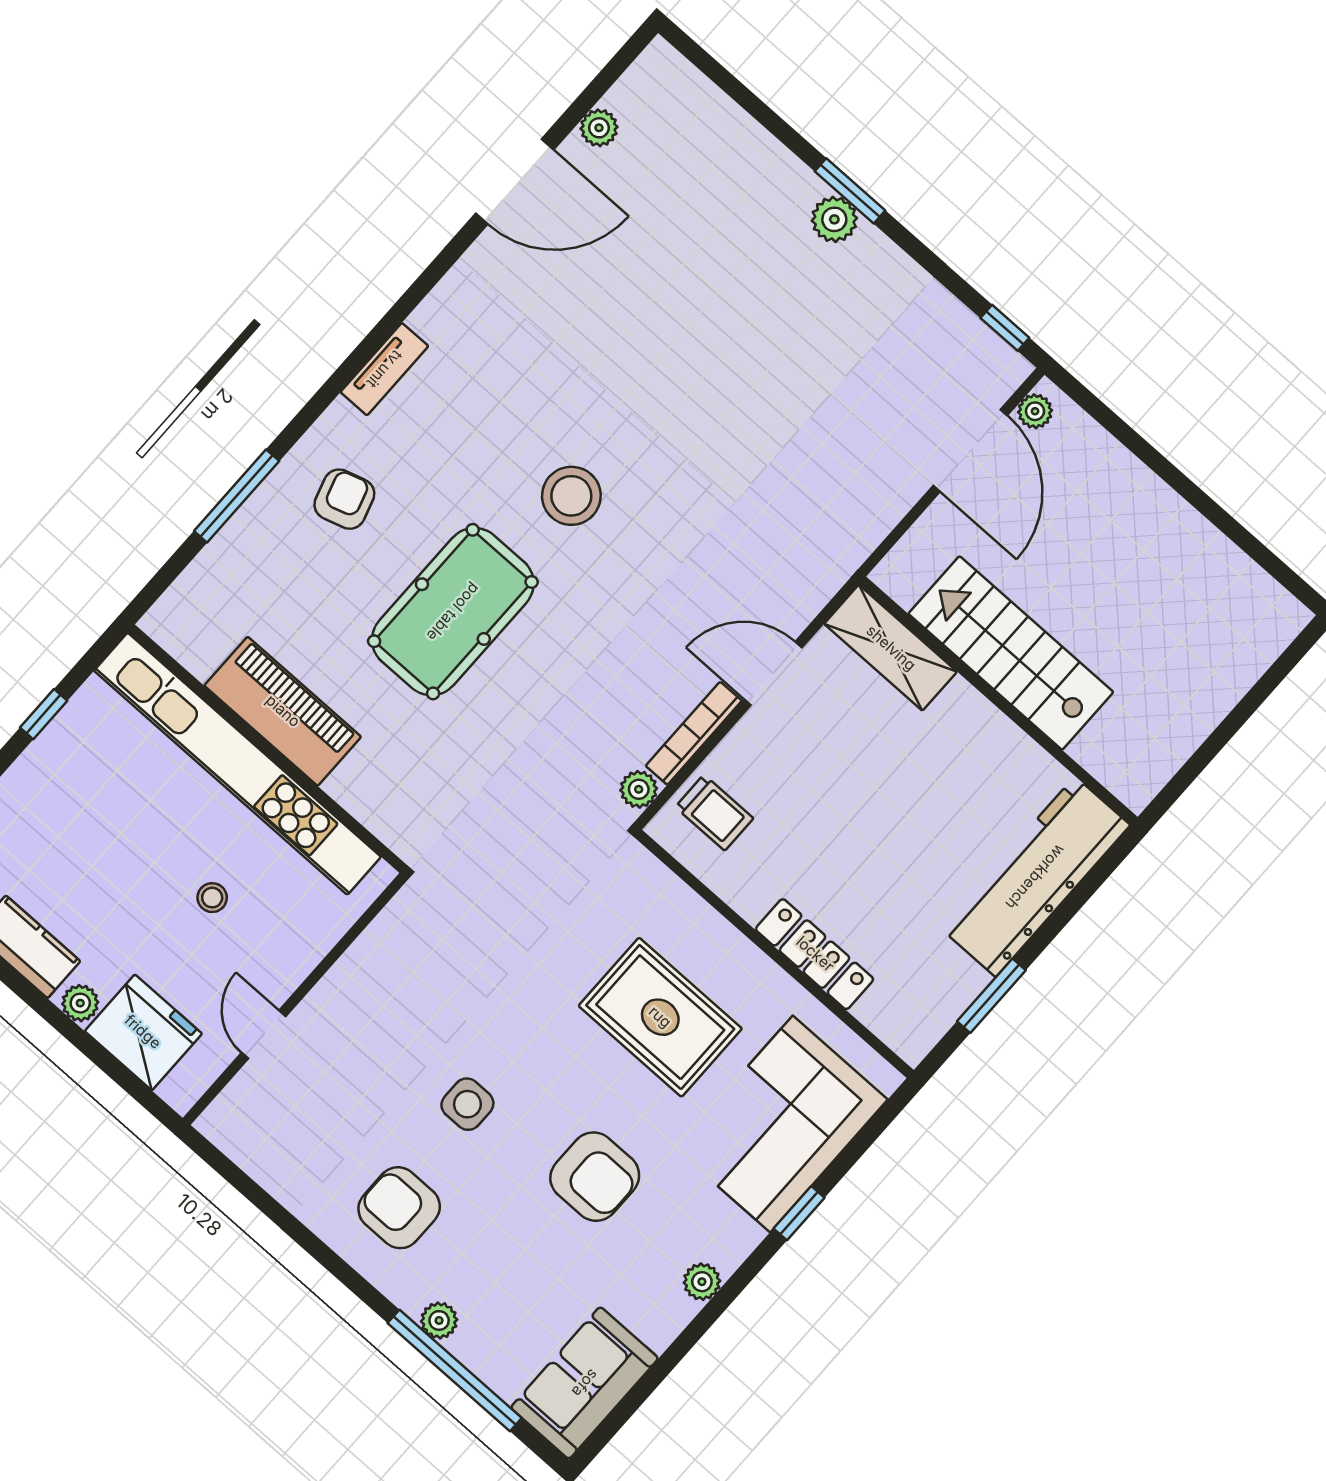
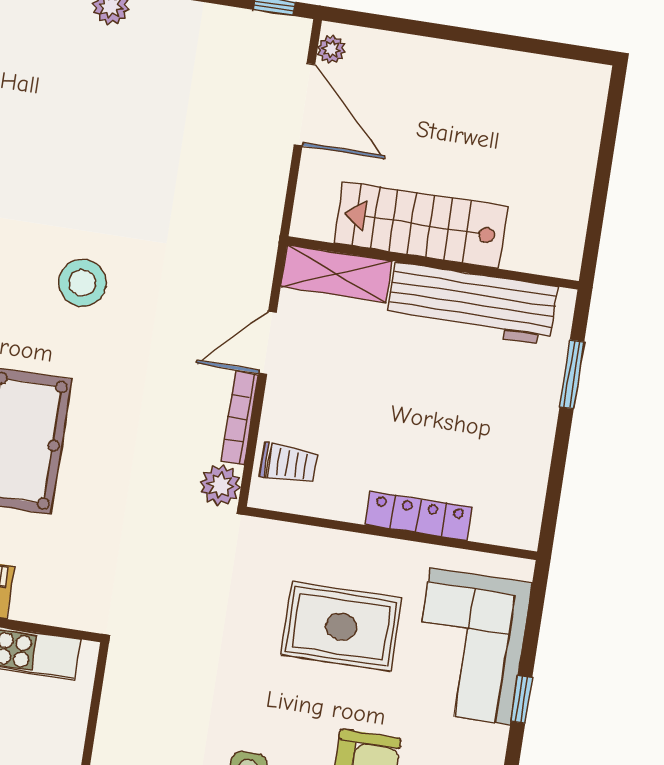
stool: (571, 496) -> (82, 283), moved
plant: (639, 789) -> (220, 485), width x1.38, depth x1.38
workbench: (1035, 877) -> (472, 304), moved, turned -90
window: (991, 996) -> (572, 374), moved

